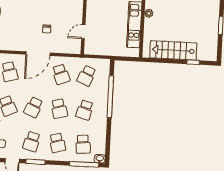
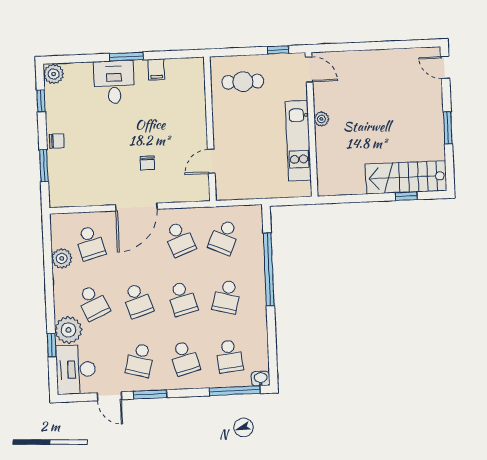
stairs: (173, 50) -> (406, 177), moved
school desk: (33, 107) -> (138, 301), turned -42

